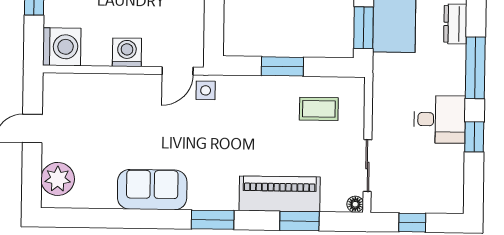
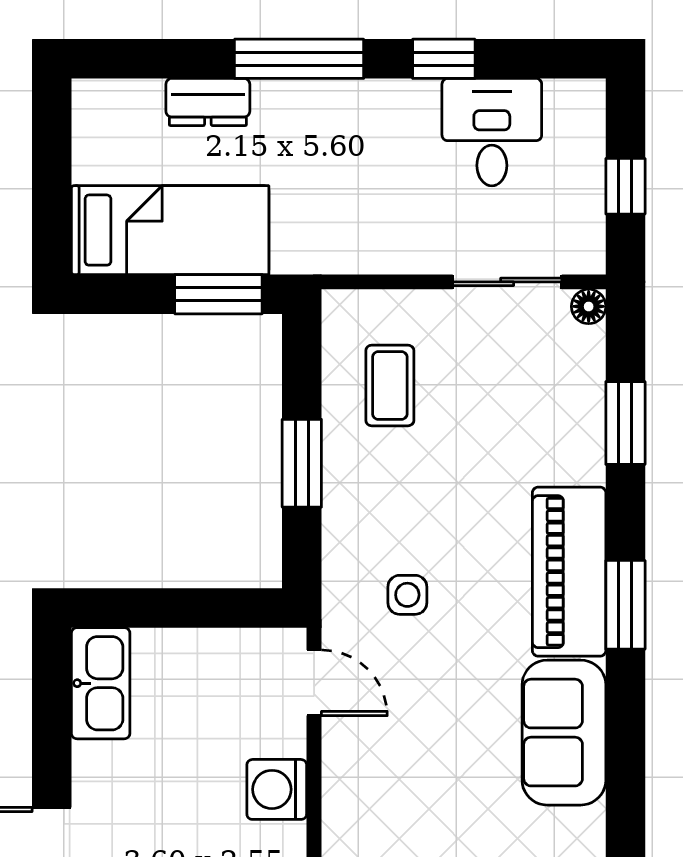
side table: (206, 90) -> (407, 595), moved
desk: (440, 119) -> (492, 132), moved
piano: (280, 194) -> (569, 572), moved

